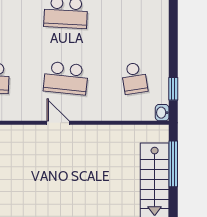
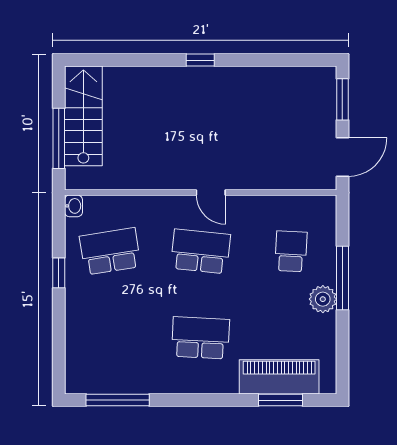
school desk: (134, 78) -> (110, 251), width x1.85
window: (173, 89) -> (59, 273), moved

